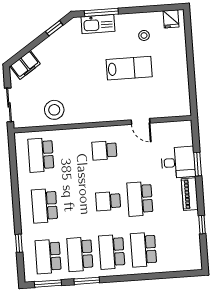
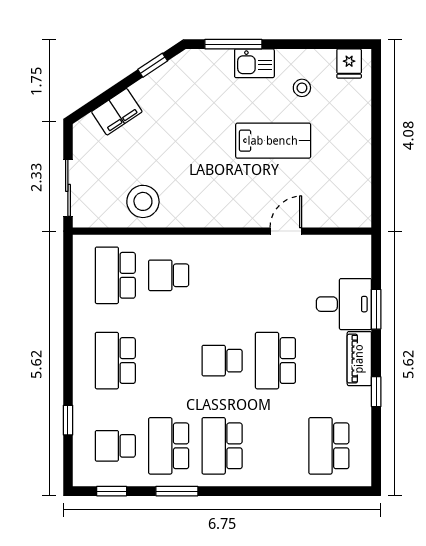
kitchen sink: (98, 24) -> (254, 63), moved, width x0.73
filing cabinet: (25, 65) -> (117, 112), moved
door: (141, 121) -> (286, 231), swing flipped
school desk: (104, 150) -> (169, 275), moved
window: (202, 225) -> (376, 392), moved
school desk: (144, 250) -> (329, 446), moved
school desk: (48, 256) -> (115, 446), width x0.54
window: (48, 284) -> (112, 491), width x0.67

